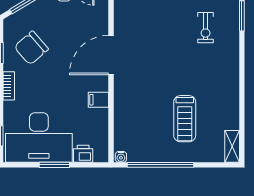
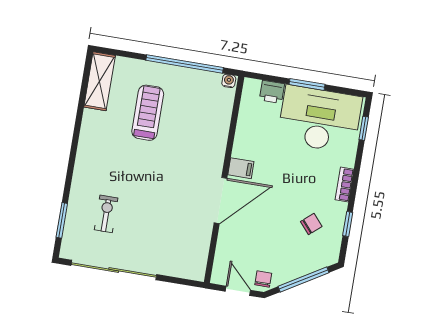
chair: (31, 48) -> (311, 224), width x0.54, depth x0.54
filing cabinet: (98, 100) -> (241, 168), moved
shelving: (232, 146) -> (100, 81), width x1.50, depth x1.33

